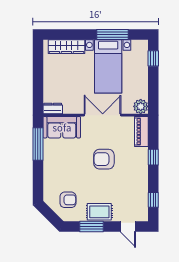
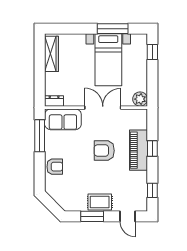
wardrobe: (66, 47) -> (51, 54), moved, turned -90
piano: (141, 132) -> (139, 150), moved, width x1.37, depth x1.33
armchair: (68, 200) -> (55, 167), moved

